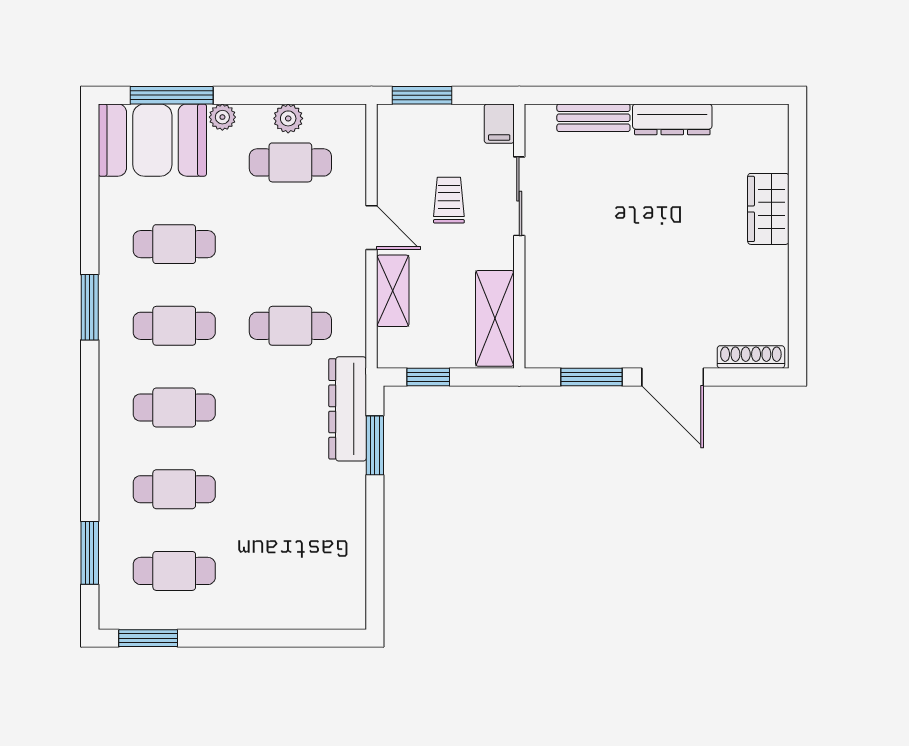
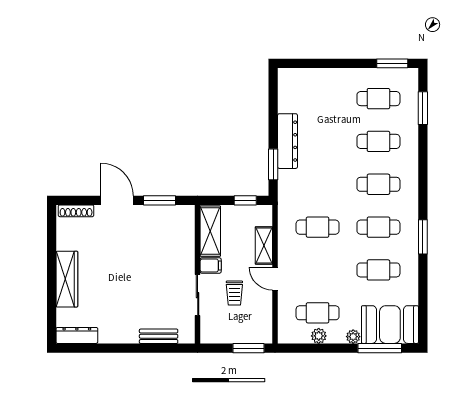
dresser: (672, 119) -> (77, 335), moved
filing cabinet: (499, 124) -> (211, 265), moved, turned 90
wardrobe: (768, 209) -> (67, 279), width x1.50
dresser: (348, 409) -> (288, 141), moved

